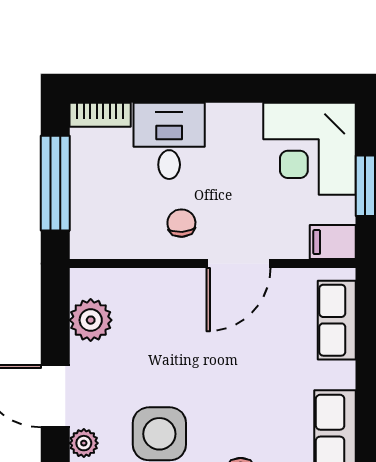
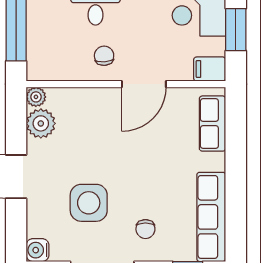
plant: (84, 443) -> (36, 97), moved

